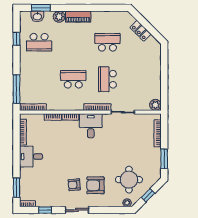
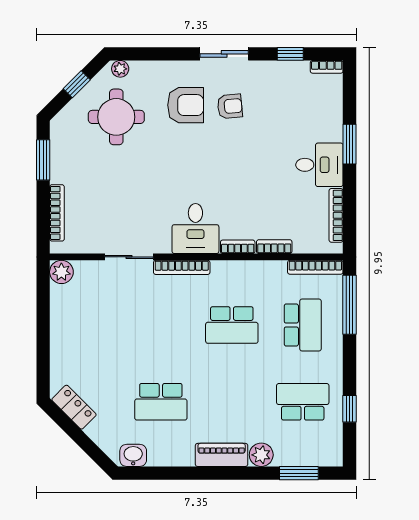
washbasin: (37, 16) -> (133, 455), moved
locker: (140, 31) -> (74, 407), moved
school desk: (107, 79) -> (303, 325), moved
window: (16, 188) -> (349, 144), moved

